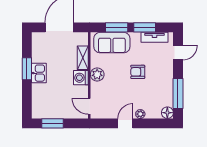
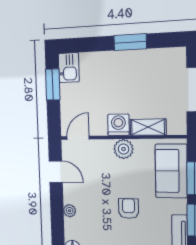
kitchen sink: (39, 73) -> (69, 68), moved, turned -90
door: (125, 123) -> (56, 172), moved

